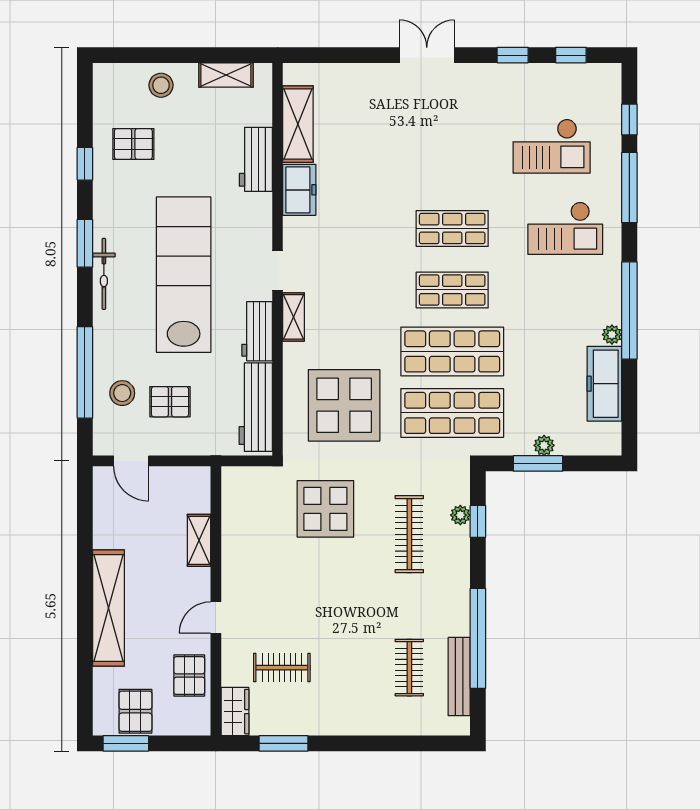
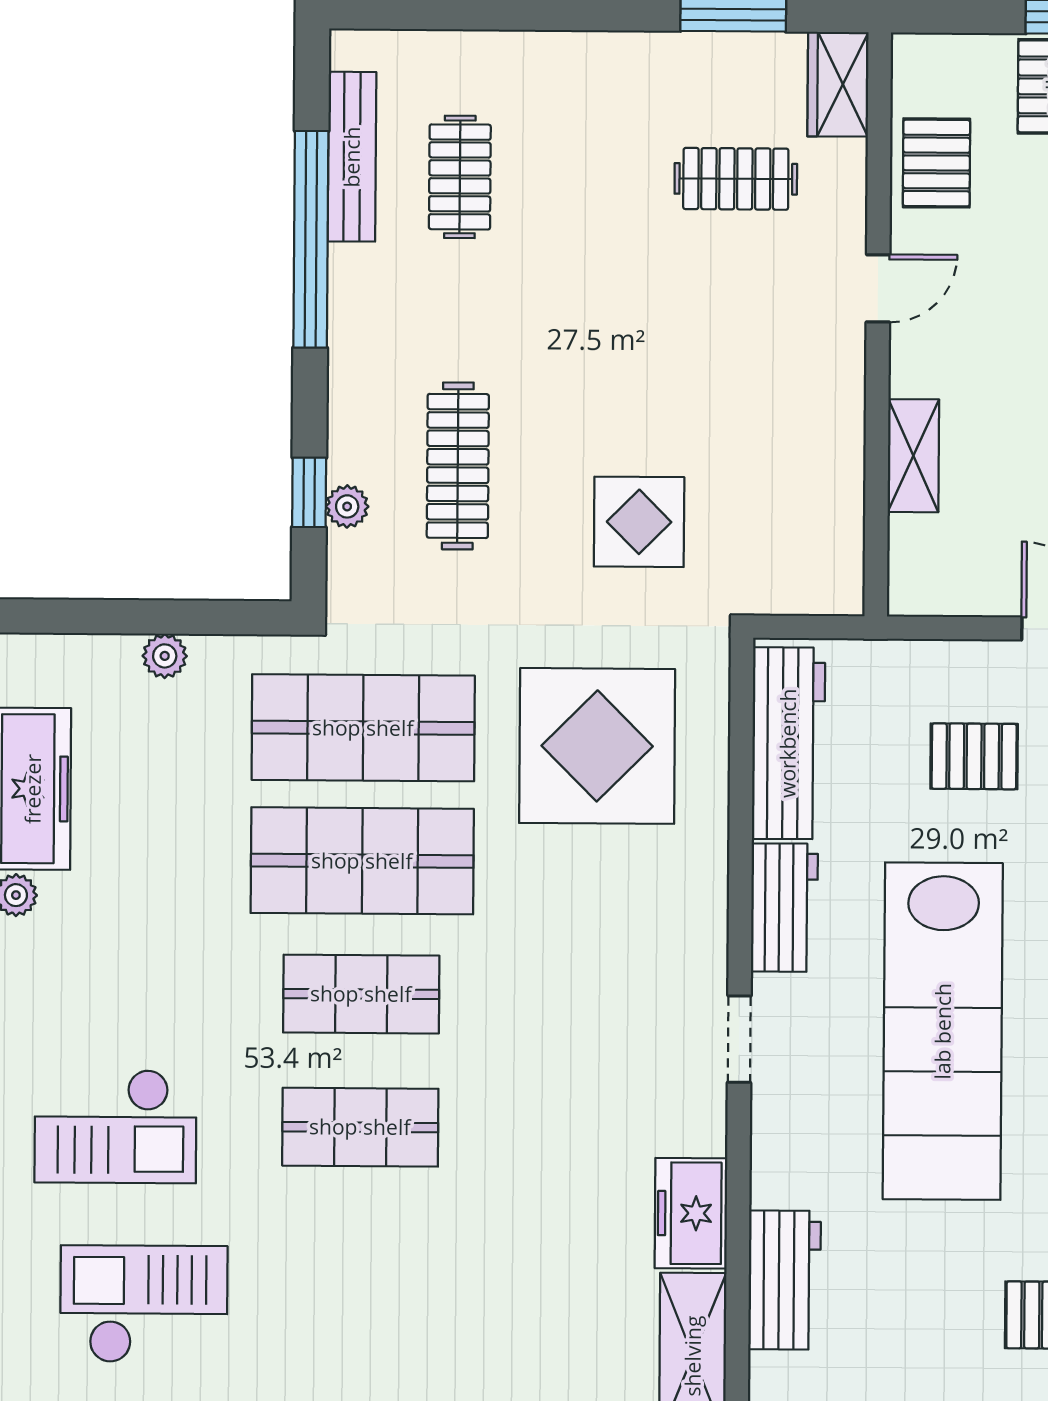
checkout: (565, 228) -> (115, 1126), turned 180
shelving: (294, 317) -> (705, 938), removed
window: (538, 463) -> (178, 617), removed
display table: (325, 509) -> (639, 522), width x0.73, depth x0.73

